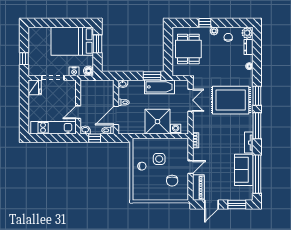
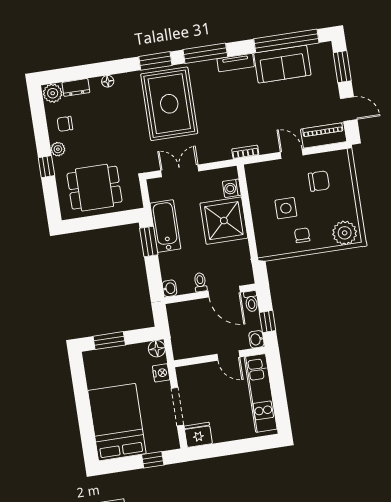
bed: (72, 41) -> (117, 422), moved, turned 180
plant: (140, 191) -> (345, 233), added

